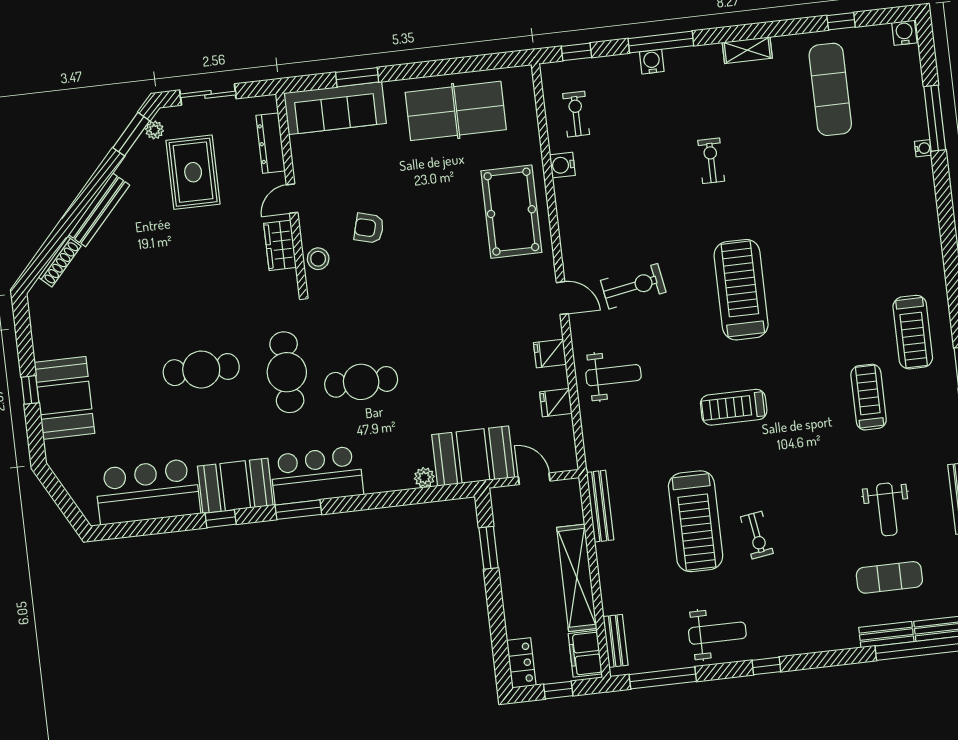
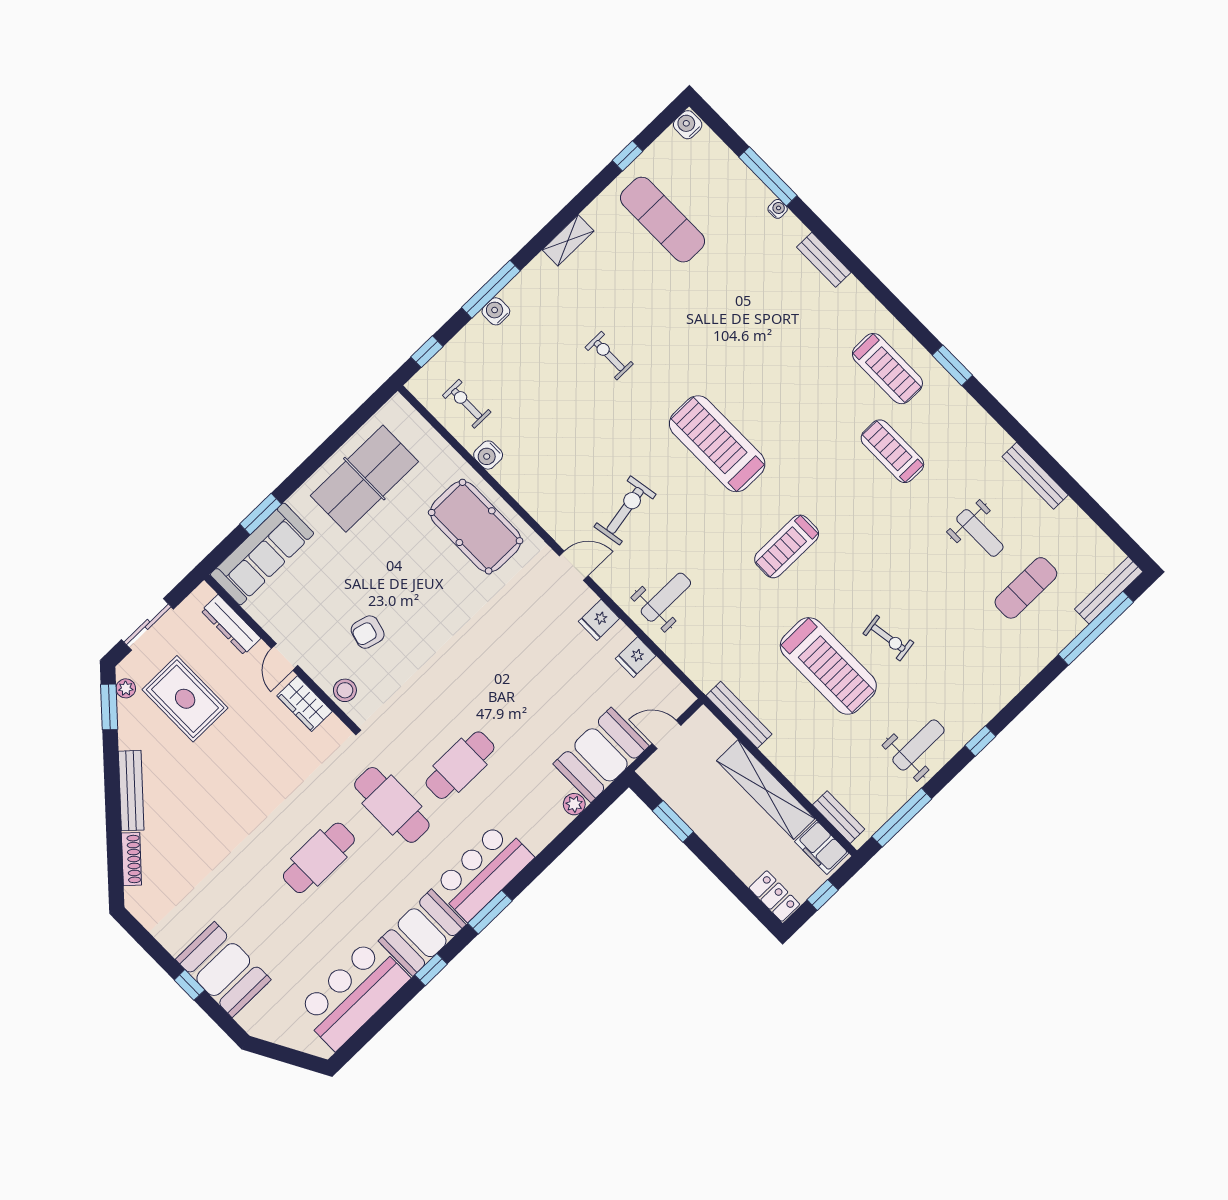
bench: (886, 635) -> (824, 260), moved, turned 90

